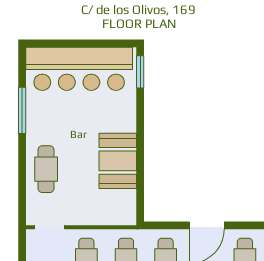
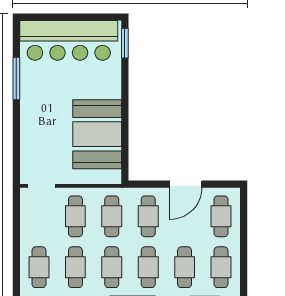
booth: (118, 161) -> (97, 134), width x1.36, depth x1.42
cafe table: (46, 169) -> (38, 133), removed

